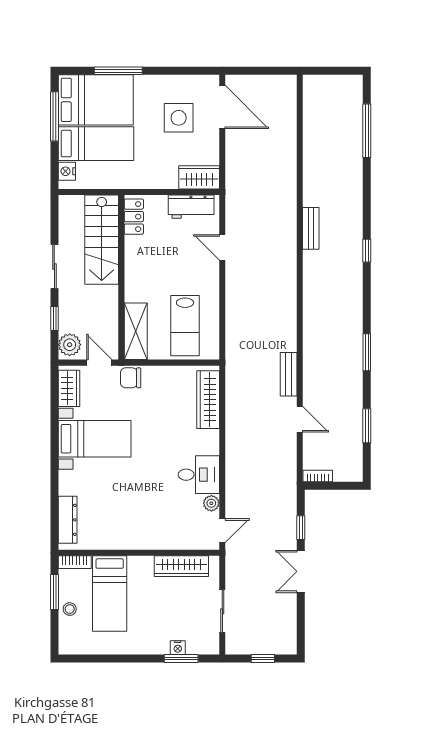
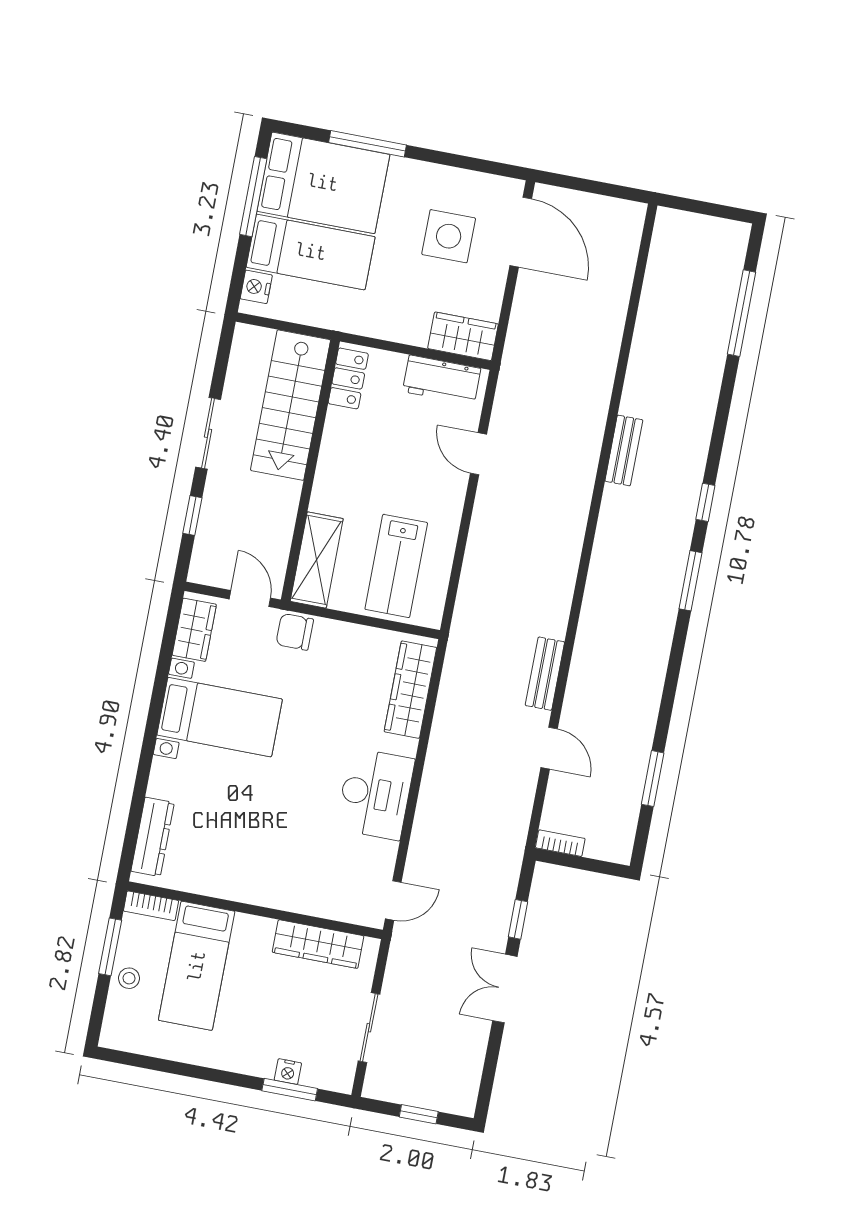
plant: (70, 345) -> (208, 561), removed
window: (367, 352) -> (690, 581), moved
desk: (199, 475) -> (375, 794), width x1.37
plant: (211, 503) -> (384, 854), removed

